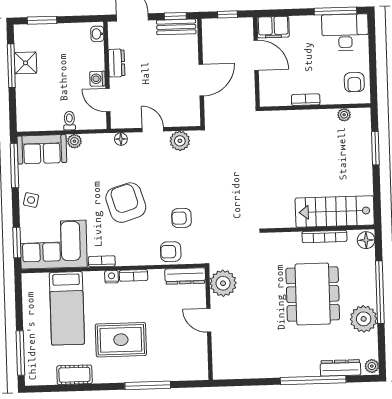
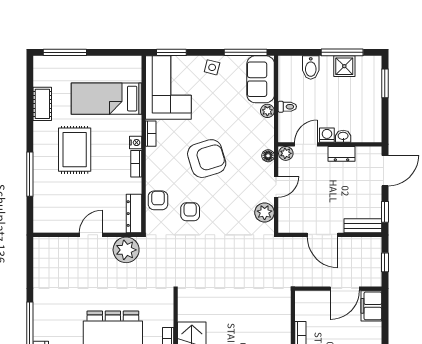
bench: (176, 27) -> (363, 226), moved, turned 90
washbasin: (97, 34) -> (343, 136), moved
bidet: (28, 98) -> (311, 67), added
plant: (118, 121) -> (286, 153), added

